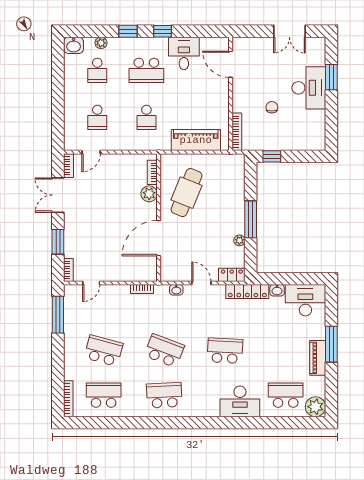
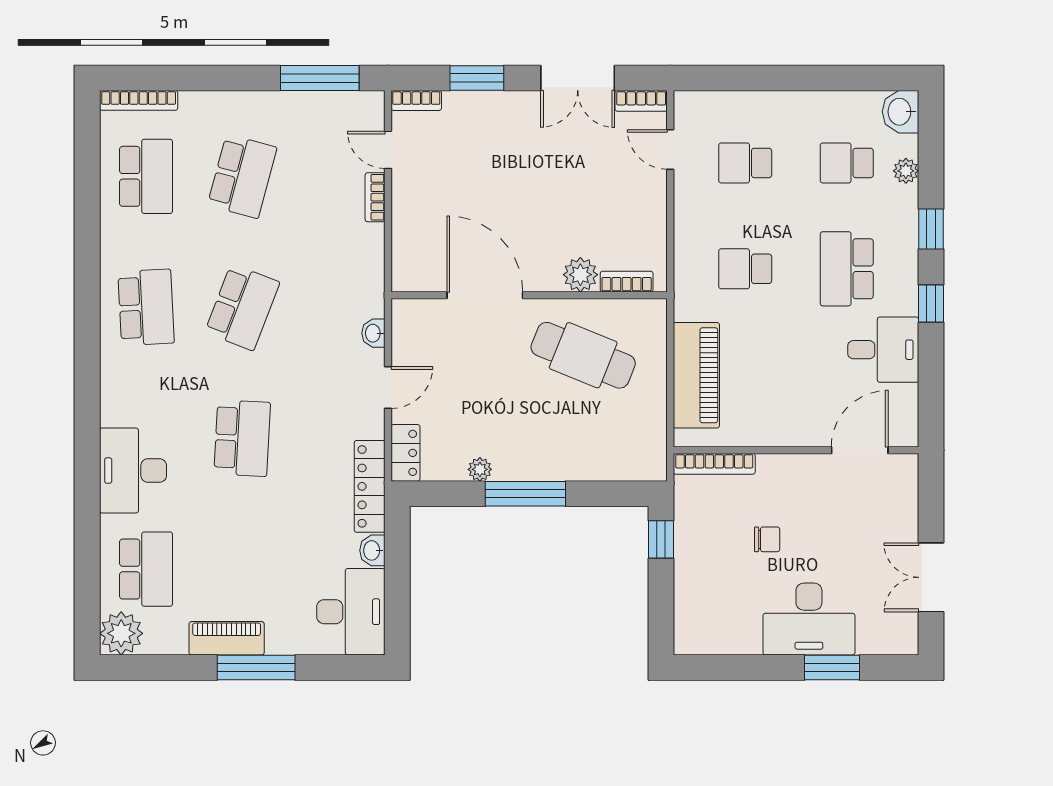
double door: (58, 195) -> (578, 78), swing flipped
bookcase: (142, 289) -> (375, 197), moved

